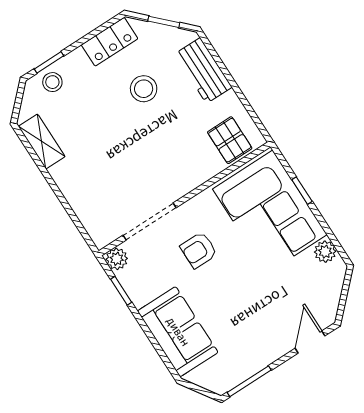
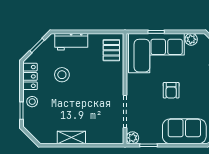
stool: (52, 82) -> (32, 102), moved
pallet: (230, 140) -> (111, 50), turned 90
shelving: (42, 141) -> (71, 138), moved
armchair: (199, 250) -> (171, 90), moved

